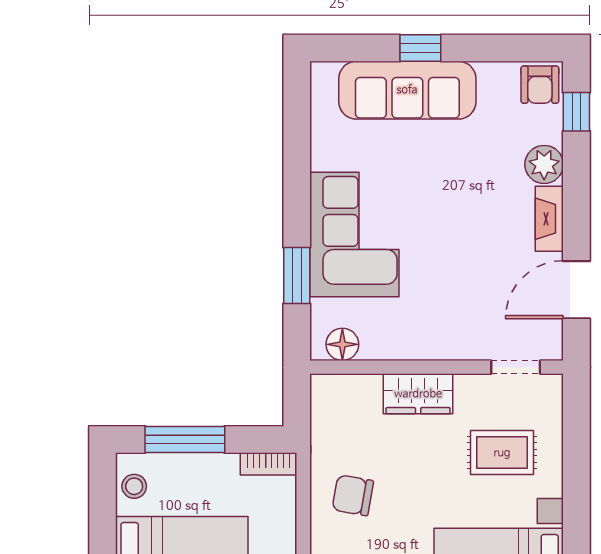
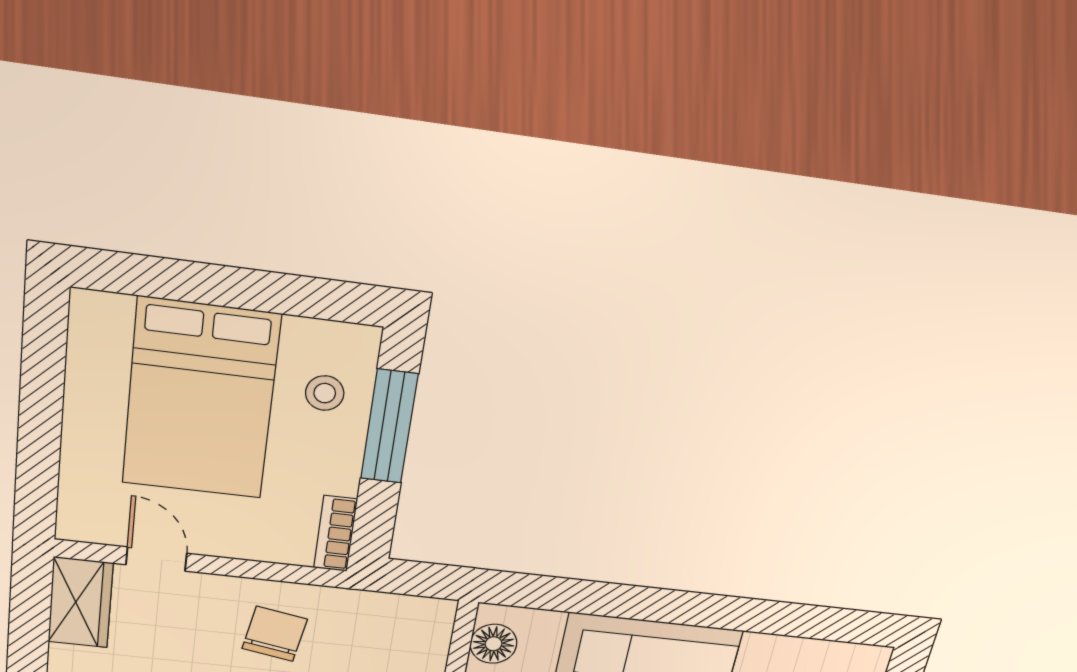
window: (297, 275) -> (603, 599), removed
stool: (134, 486) -> (325, 393), moved

